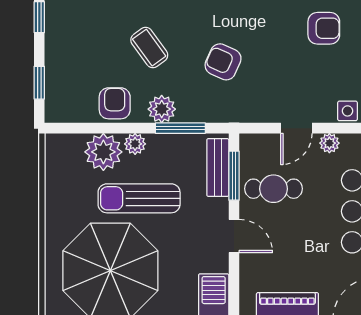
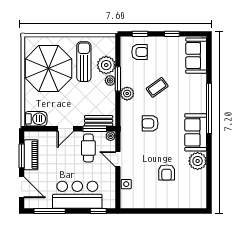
armchair: (223, 62) -> (150, 123), turned -114
armchair: (115, 103) -> (140, 52), moved
window: (180, 128) -> (118, 79), moved
plant: (329, 143) -> (111, 136), moved
sun lounger: (139, 198) -> (84, 62), moved

